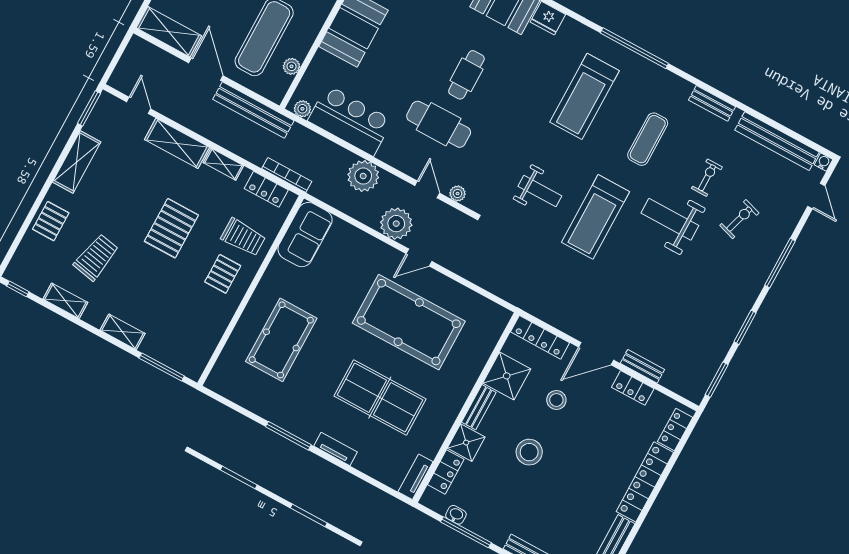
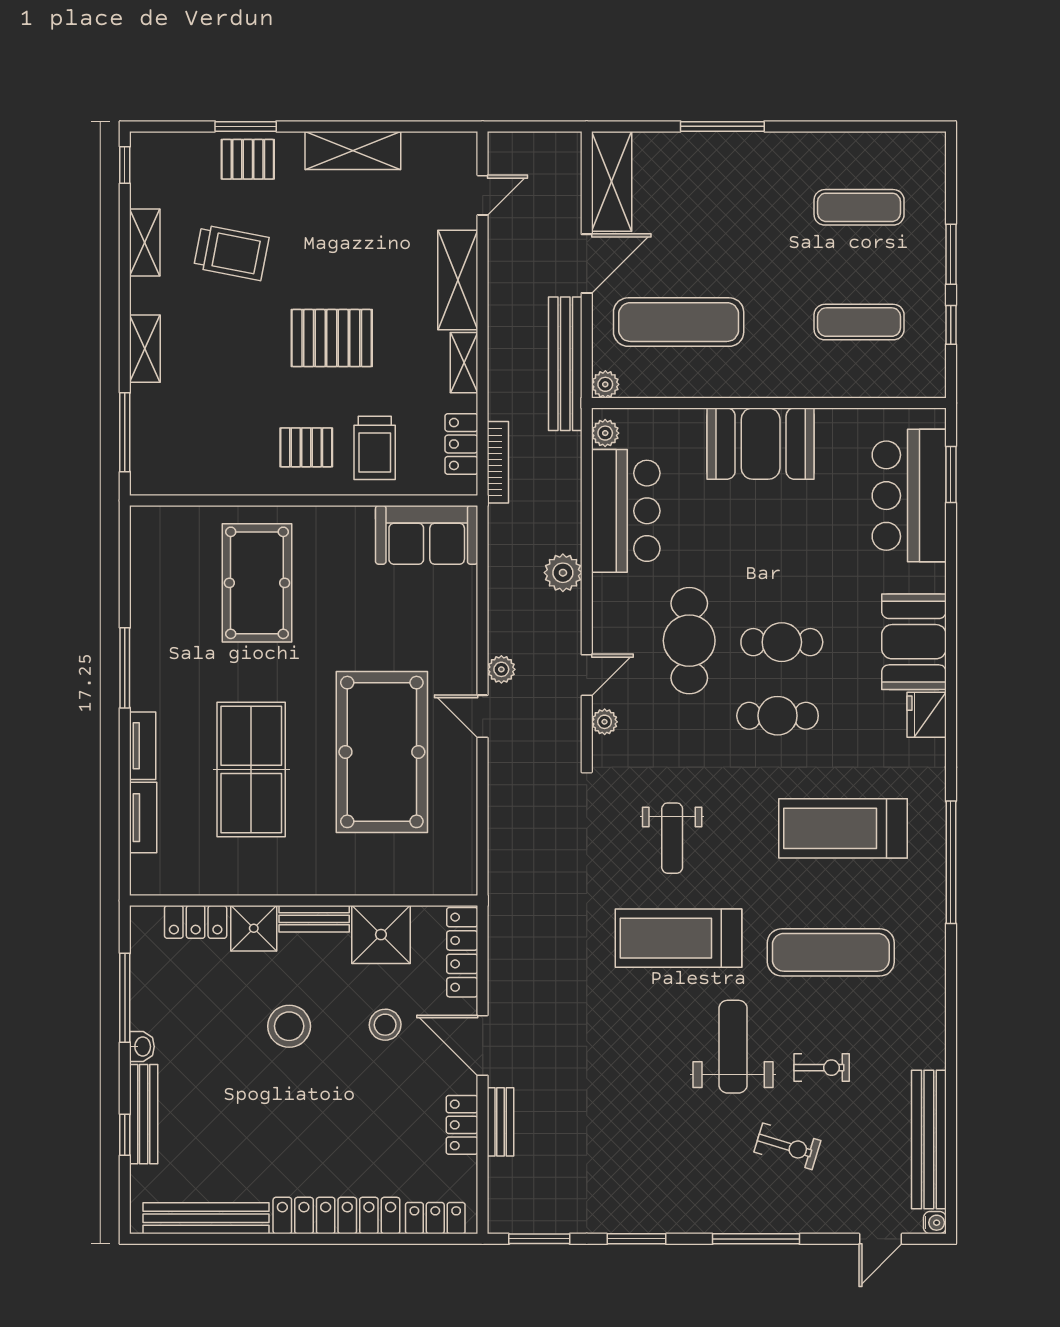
plant: (291, 66) -> (605, 384), moved
cafe table: (505, 99) -> (778, 716), added
bench: (712, 103) -> (932, 1017), removed
window: (89, 108) -> (246, 126), moved
exercise mat: (648, 139) -> (831, 952), width x1.36, depth x1.45
plant: (363, 176) -> (563, 573), width x0.73, depth x0.73
plant: (396, 224) -> (501, 669), width x0.53, depth x0.53
pool table: (281, 340) -> (257, 583), turned 90
tv unit: (415, 477) -> (143, 818), moved, turned 90
washbasin: (456, 515) -> (142, 1047), moved

